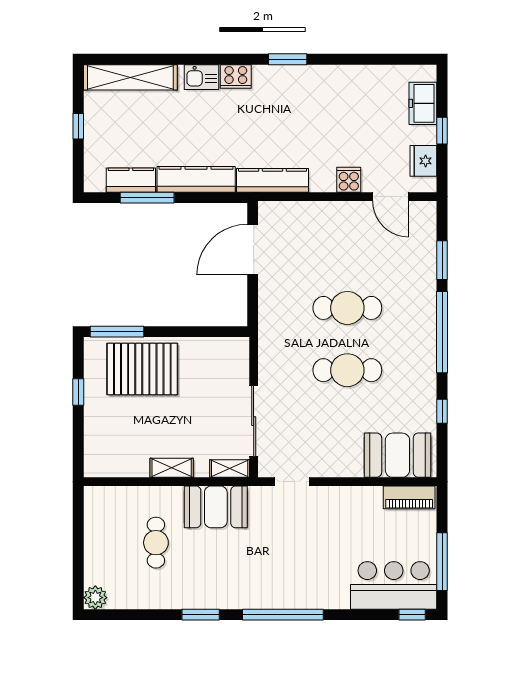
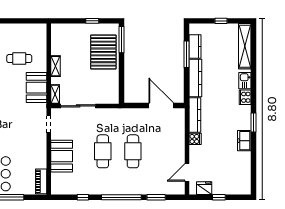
freezer: (423, 103) -> (244, 141), moved, turned -90
cooker: (349, 180) -> (195, 139), moved
booth: (397, 455) -> (62, 156), moved

